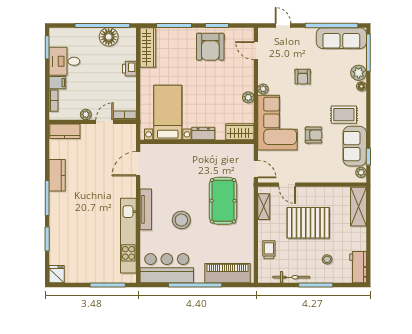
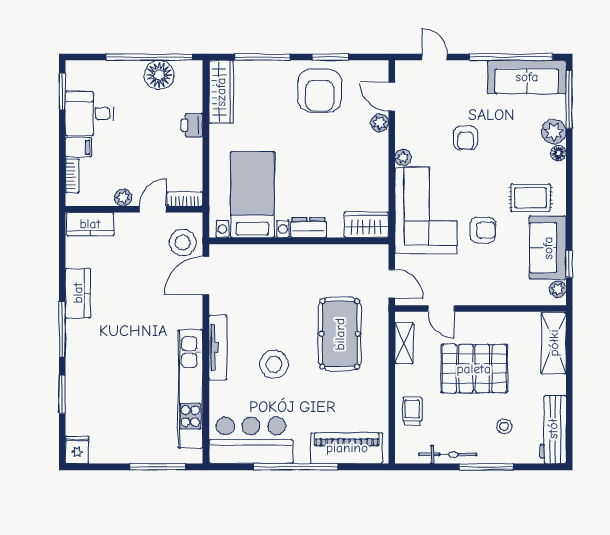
plant: (248, 97) -> (380, 123), moved
stool: (124, 143) -> (183, 242), added
workbench: (358, 267) -> (553, 429), width x1.38

